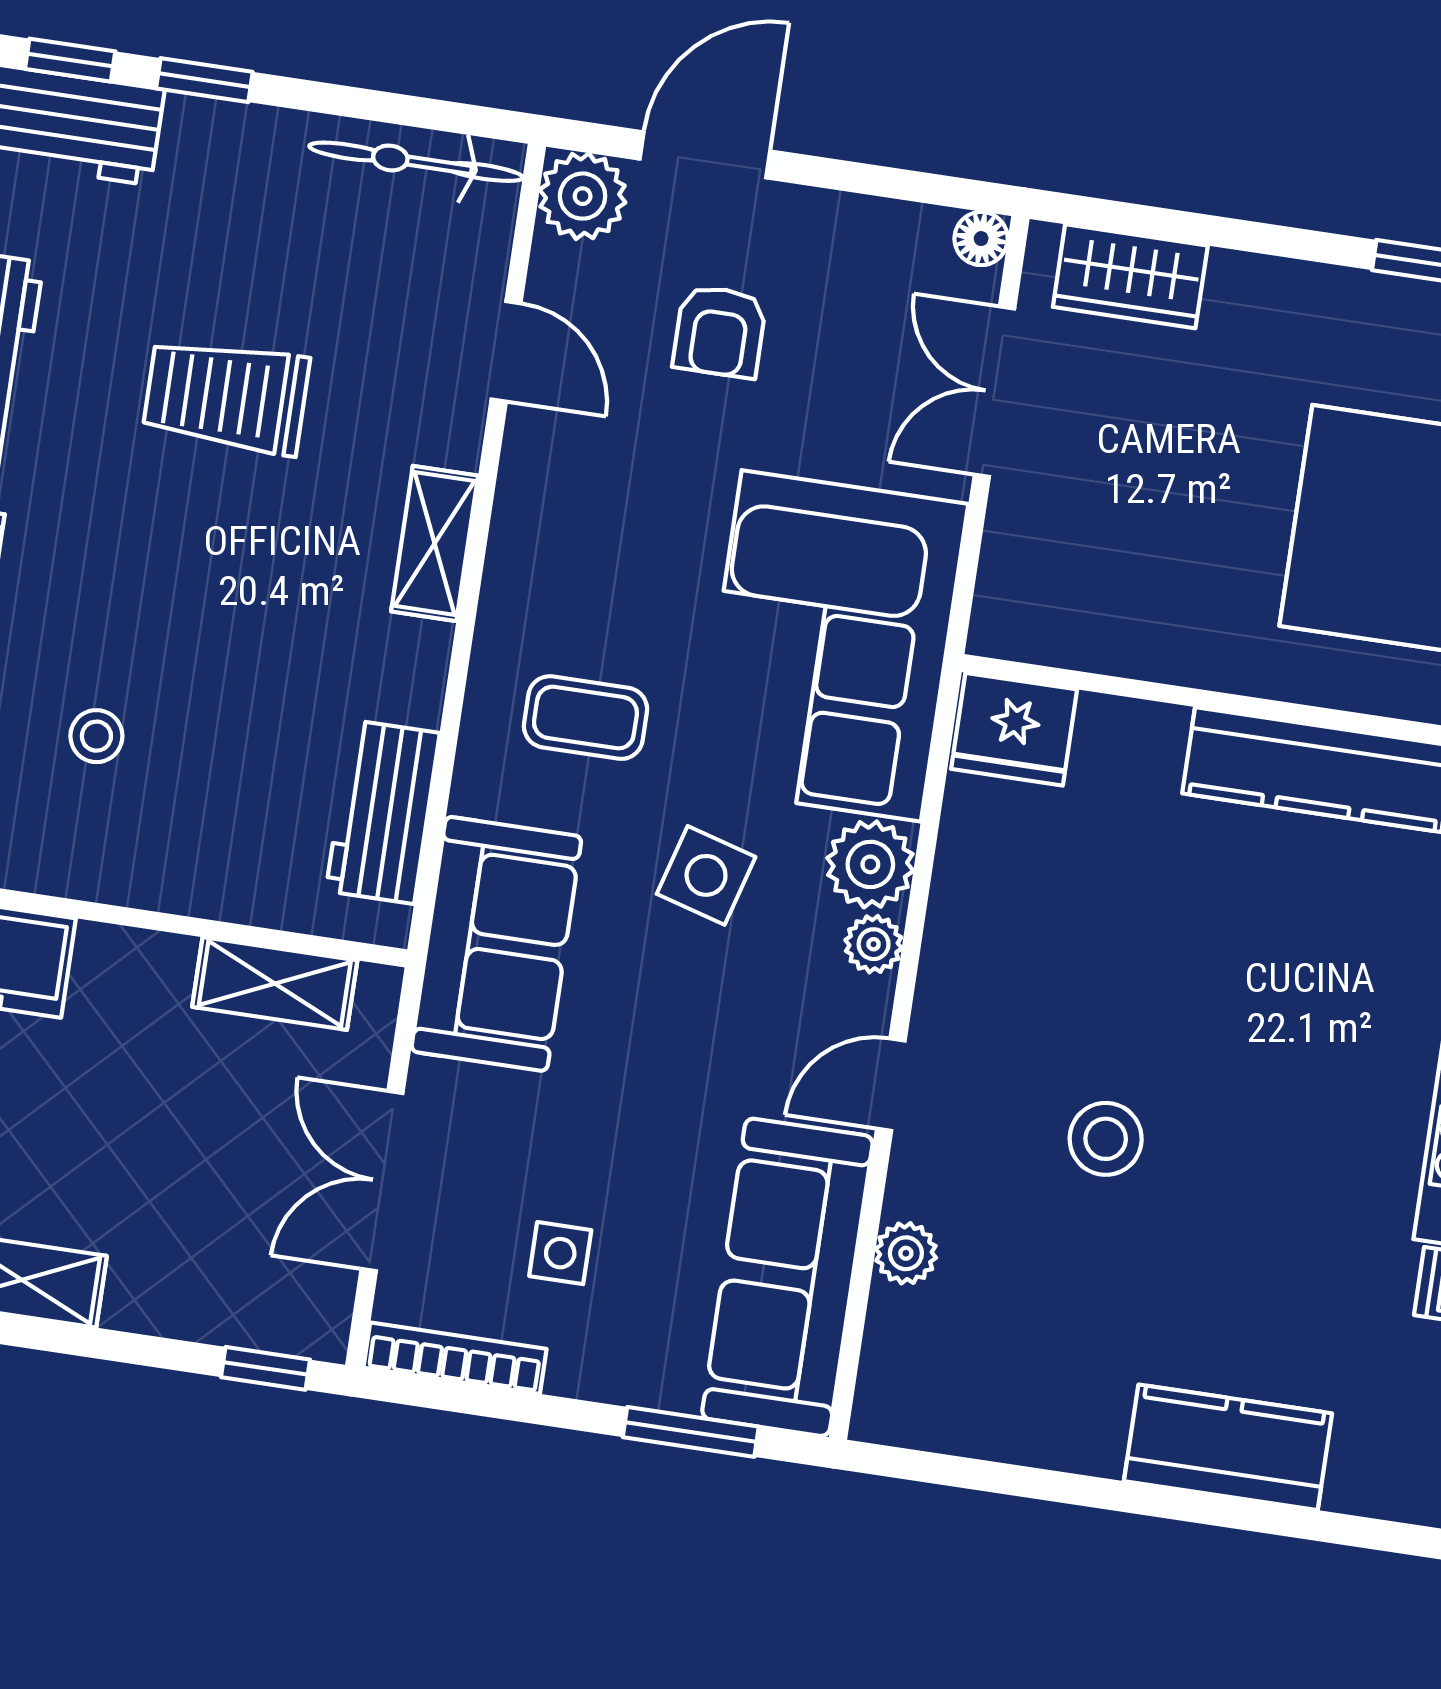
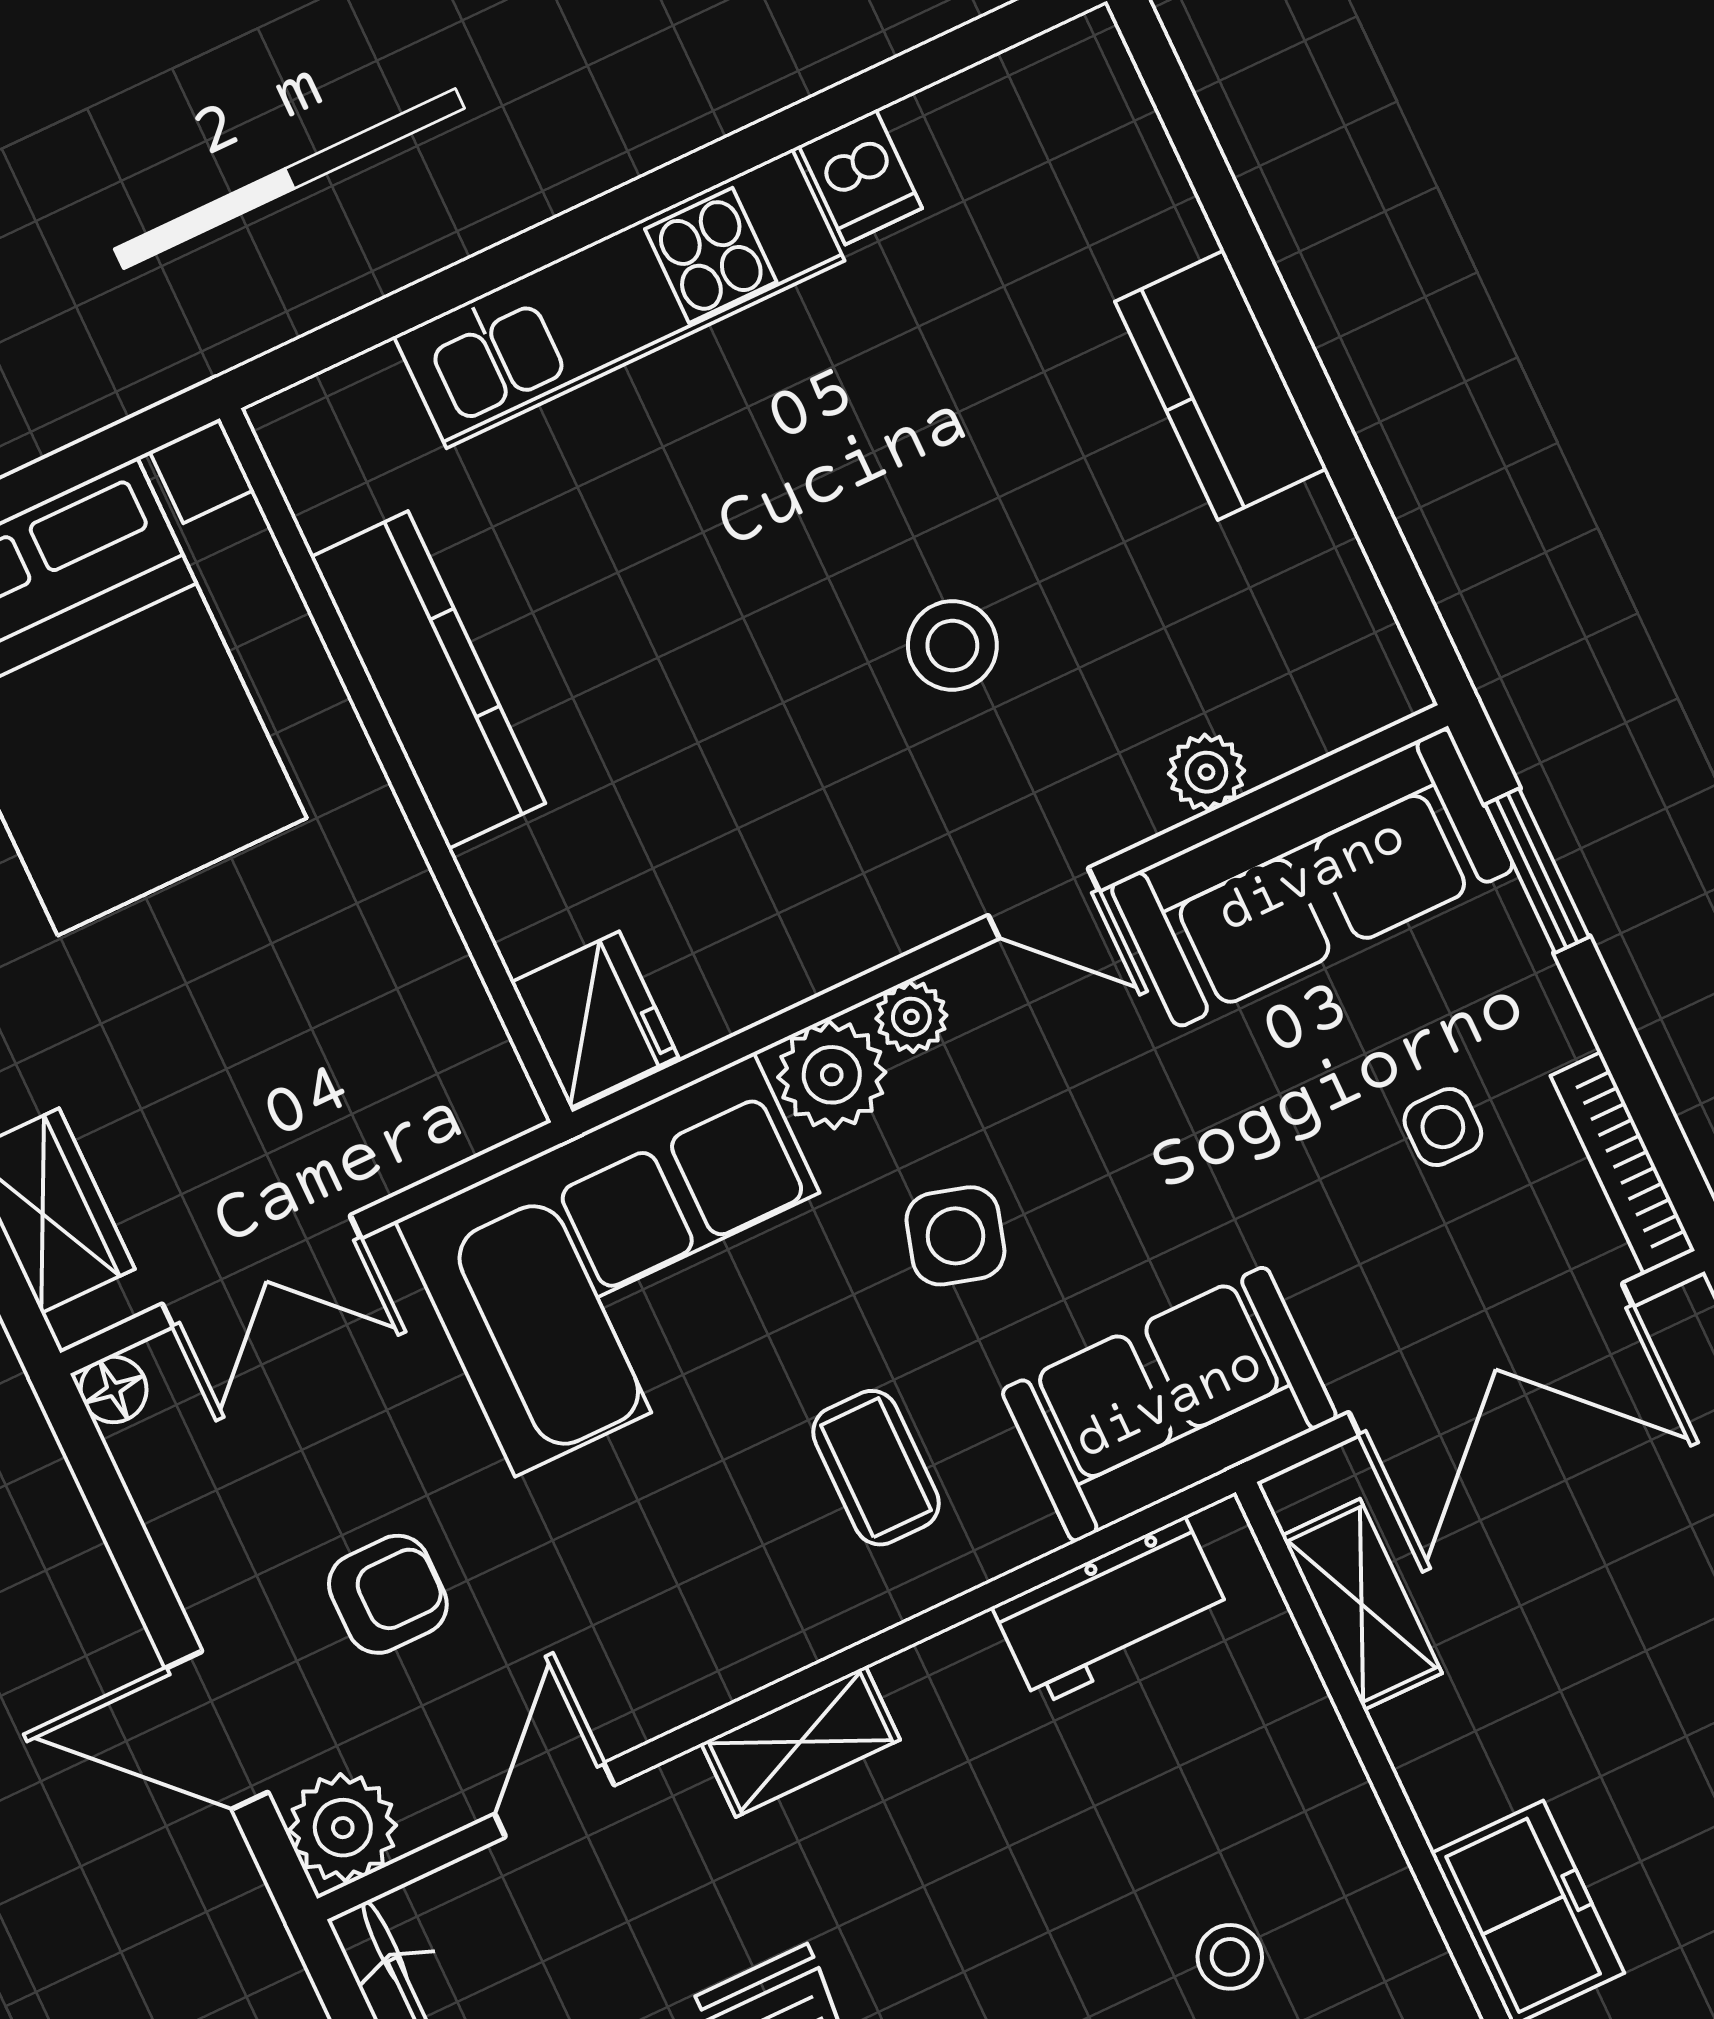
double door: (382, 1181) -> (1491, 1359), width x1.37
kitchen counter: (1228, 1447) -> (1221, 385), moved

